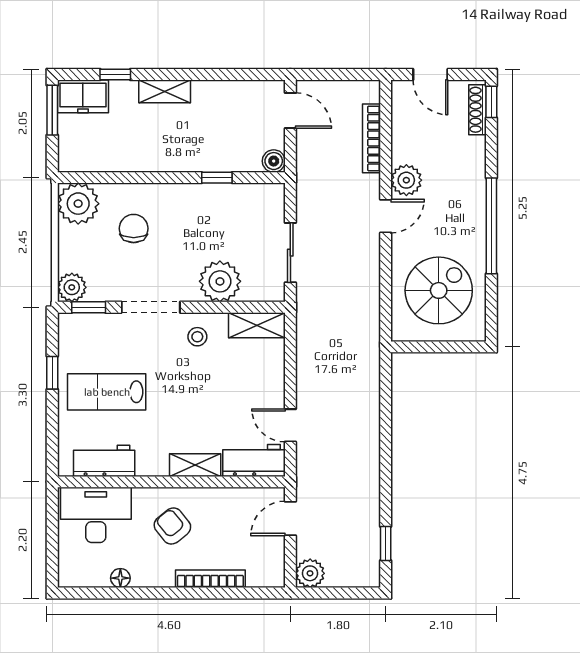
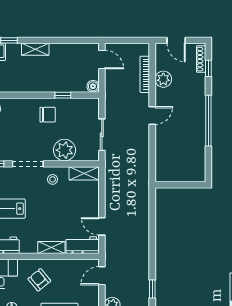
window: (491, 102) -> (208, 68), moved
plant: (406, 180) -> (163, 79), moved
chair: (134, 228) -> (48, 115), moved, turned 90
spiral stairs: (439, 290) -> (180, 155), removed

